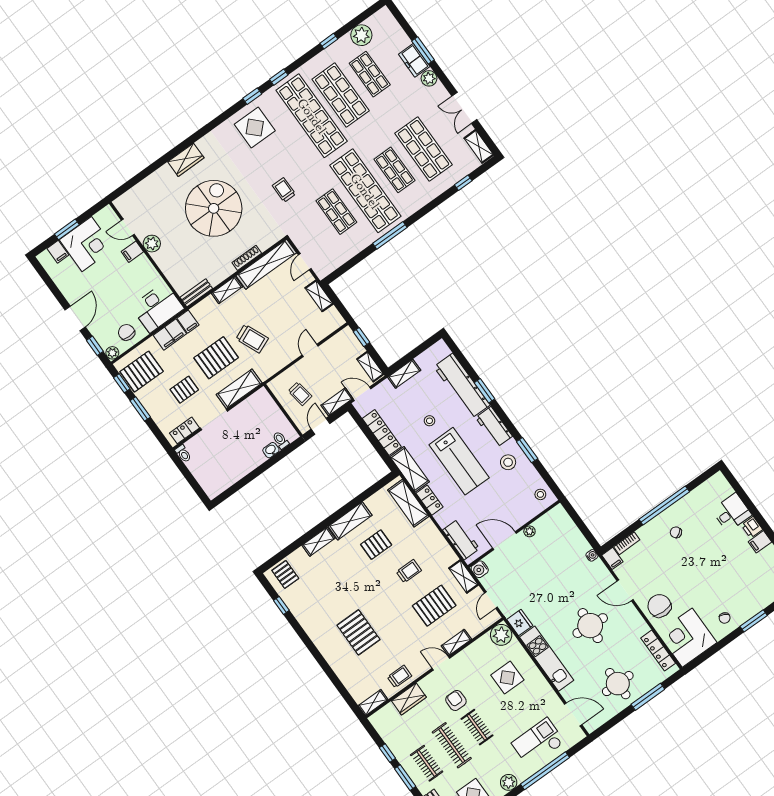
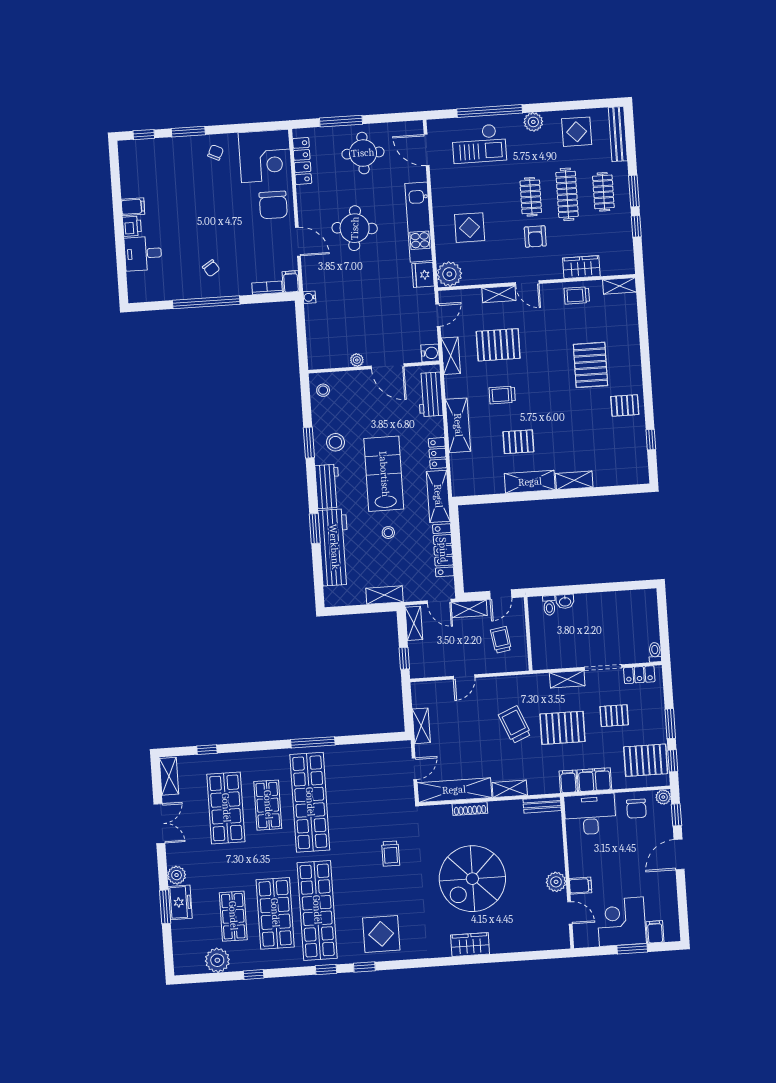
shop shelf: (336, 212) -> (352, 799), removed
shelving: (239, 389) -> (567, 679), width x0.67, depth x0.75
shelving: (408, 503) -> (458, 425), moved
pallet: (285, 574) -> (625, 405), moved, turned 90

